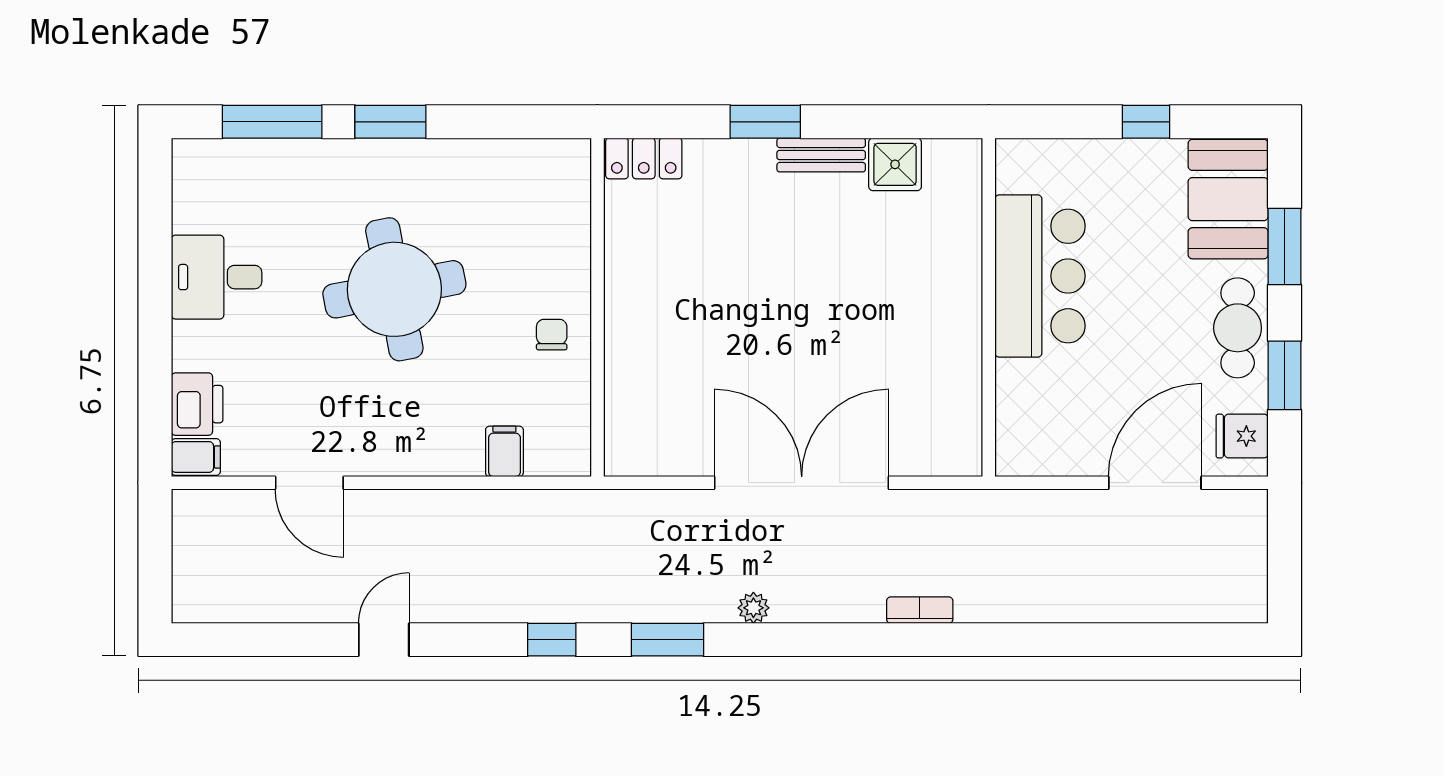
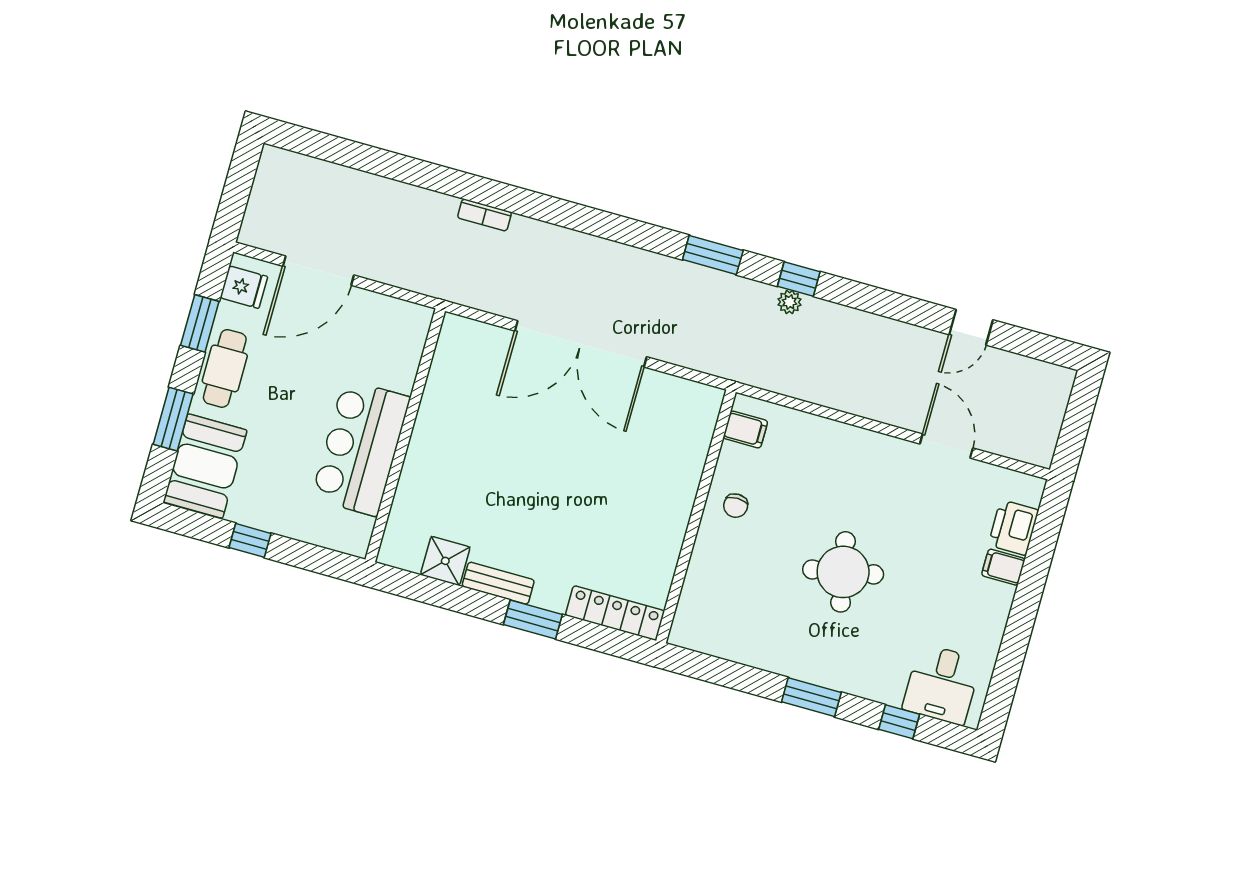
window: (272, 122) -> (899, 722), width x0.46
locker: (644, 158) -> (615, 613), width x1.53
desk: (217, 277) -> (942, 684), moved, turned 90
round table: (394, 289) -> (843, 572), width x0.73, depth x0.73
filing cabinet: (504, 451) -> (745, 429), moved, turned -90
filing cabinet: (196, 457) -> (1003, 567), moved
plant: (753, 608) -> (789, 302), moved
bookcase: (920, 610) -> (484, 215), moved
door: (384, 640) -> (971, 327), moved

